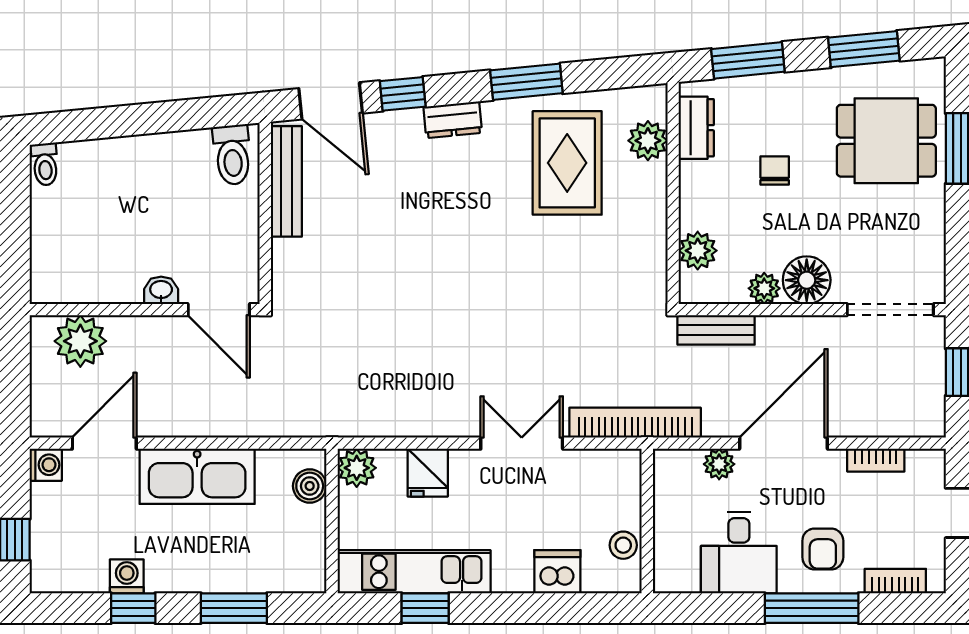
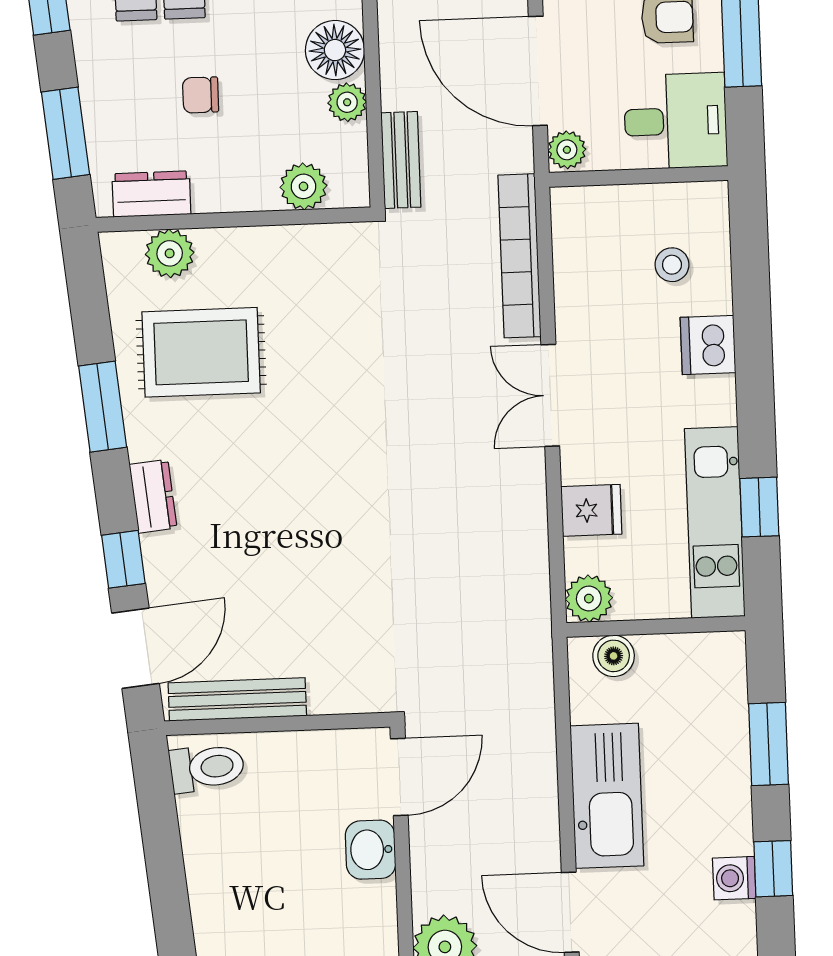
washbasin: (161, 290) -> (371, 850), width x1.38, depth x1.45
wall: (647, 521) -> (639, 176), moved

